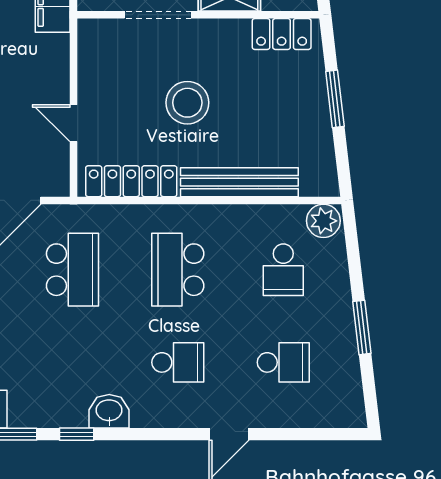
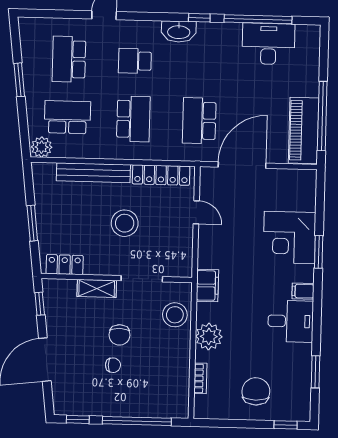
school desk: (283, 270) -> (67, 117), width x1.85
school desk: (283, 362) -> (69, 59), width x1.85
washbasin: (109, 411) -> (179, 32), width x1.38

